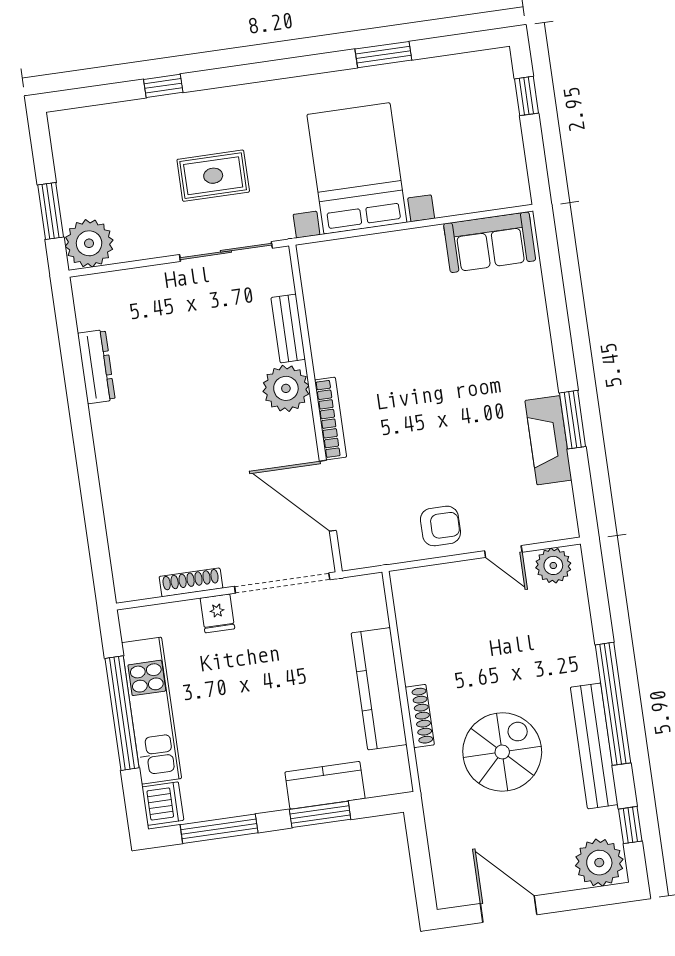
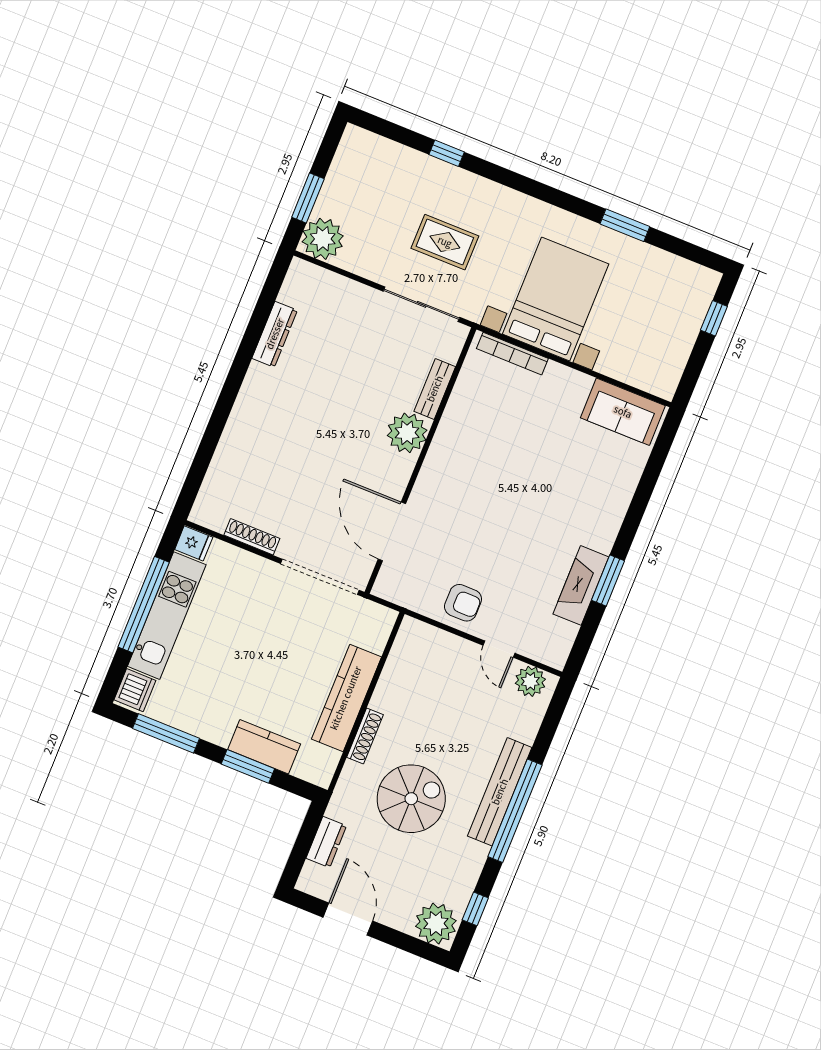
bookcase: (331, 419) -> (512, 354), moved, turned 90
fridge: (217, 613) -> (194, 543), moved, turned -90
bench: (594, 746) -> (500, 792), moved
dresser: (442, 845) -> (326, 842), added

